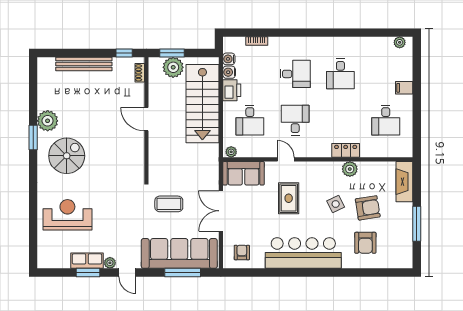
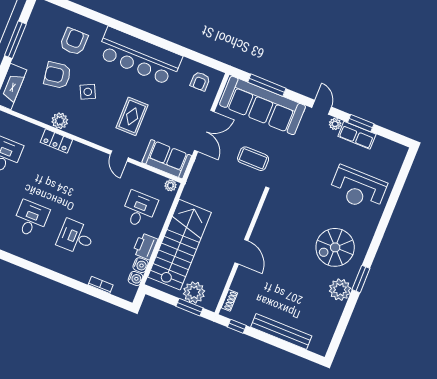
desk: (295, 120) -> (94, 191), removed

